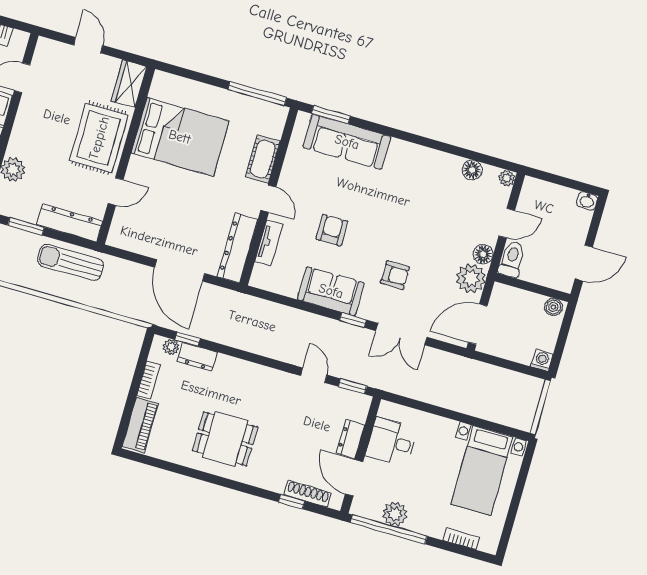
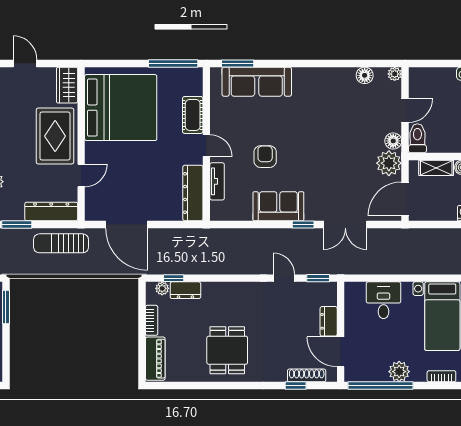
bed: (180, 137) -> (121, 108), width x1.36
door: (180, 270) -> (127, 224), moved
armchair: (395, 275) -> (327, 178), removed
shelving: (523, 299) -> (436, 168), added
dining table: (225, 439) -> (227, 350), turned 90
desk: (392, 442) -> (384, 300), moved, turned 90
plant: (395, 514) -> (399, 372), moved

